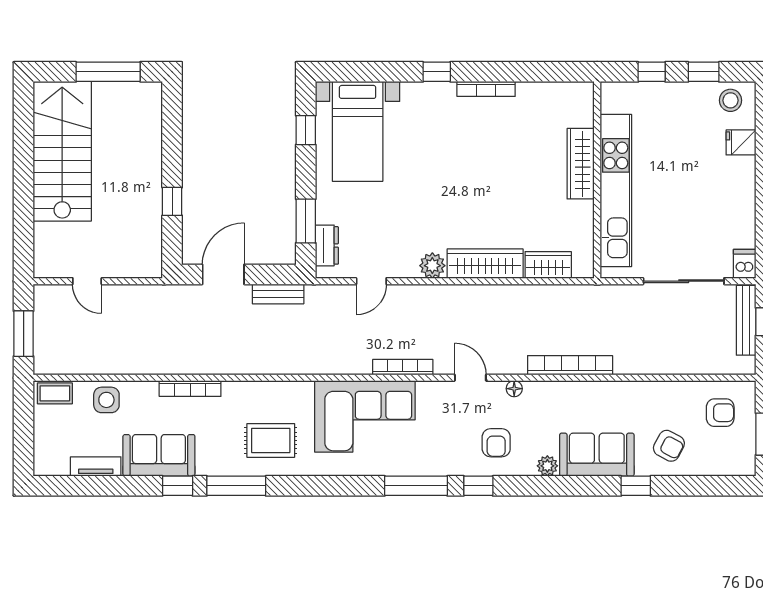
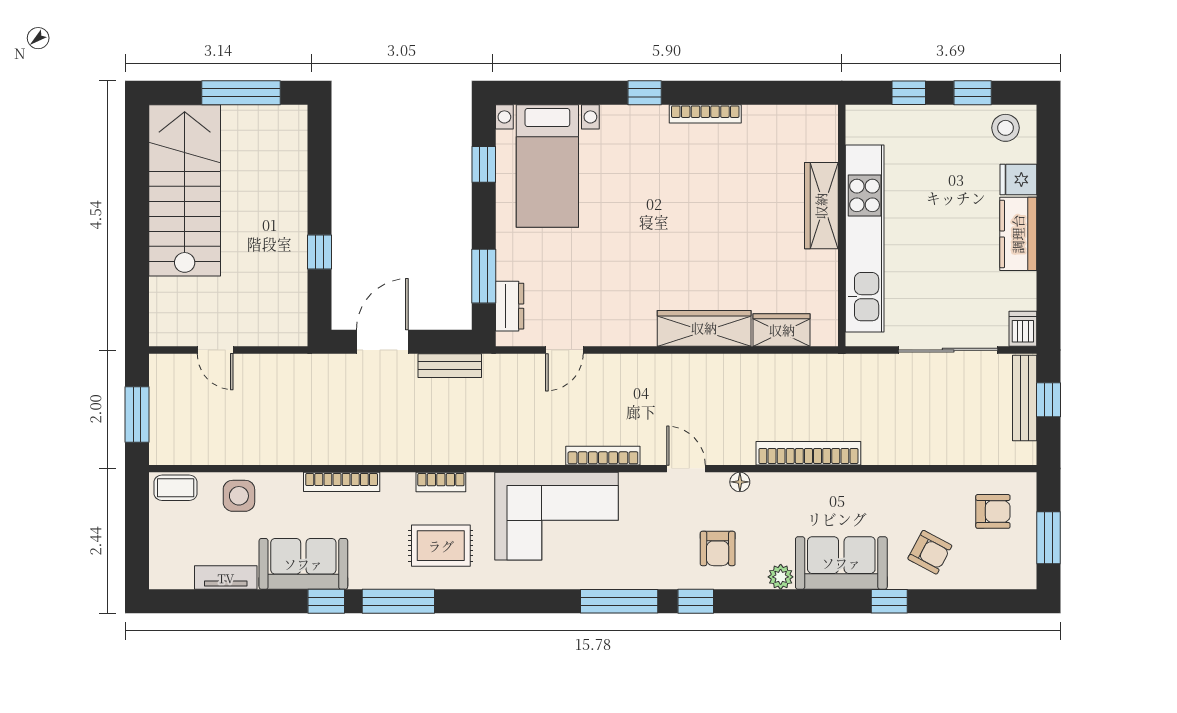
kitchen counter: (741, 187) -> (1018, 234), added
plant: (432, 266) -> (639, 331), removed
bookcase: (271, 389) -> (441, 482), added

